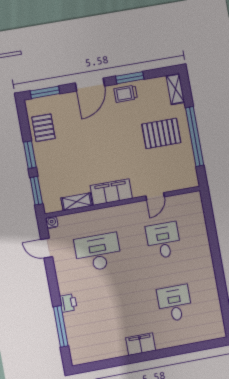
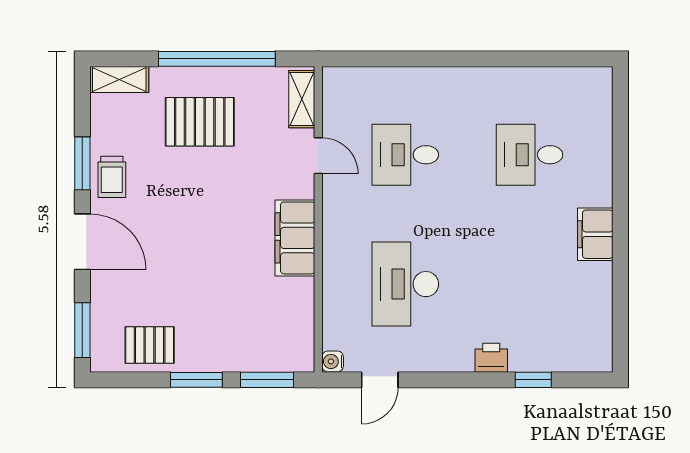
pallet: (161, 133) -> (200, 122), turned 90
shelving: (77, 202) -> (302, 99), moved
window: (61, 326) -> (533, 380), width x0.46

